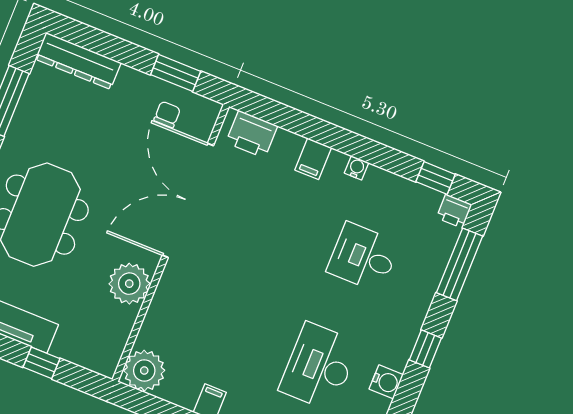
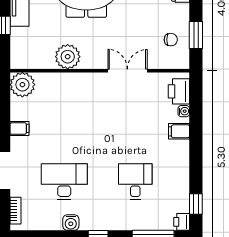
water cooler: (356, 168) -> (184, 111), moved
double door: (188, 200) -> (127, 71), width x0.54

